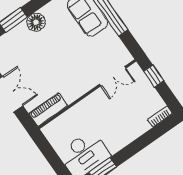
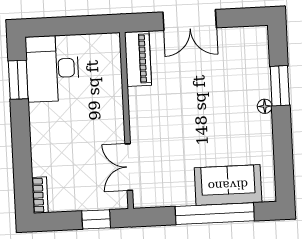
floor lamp: (36, 22) -> (265, 106), width x0.53, depth x0.53

